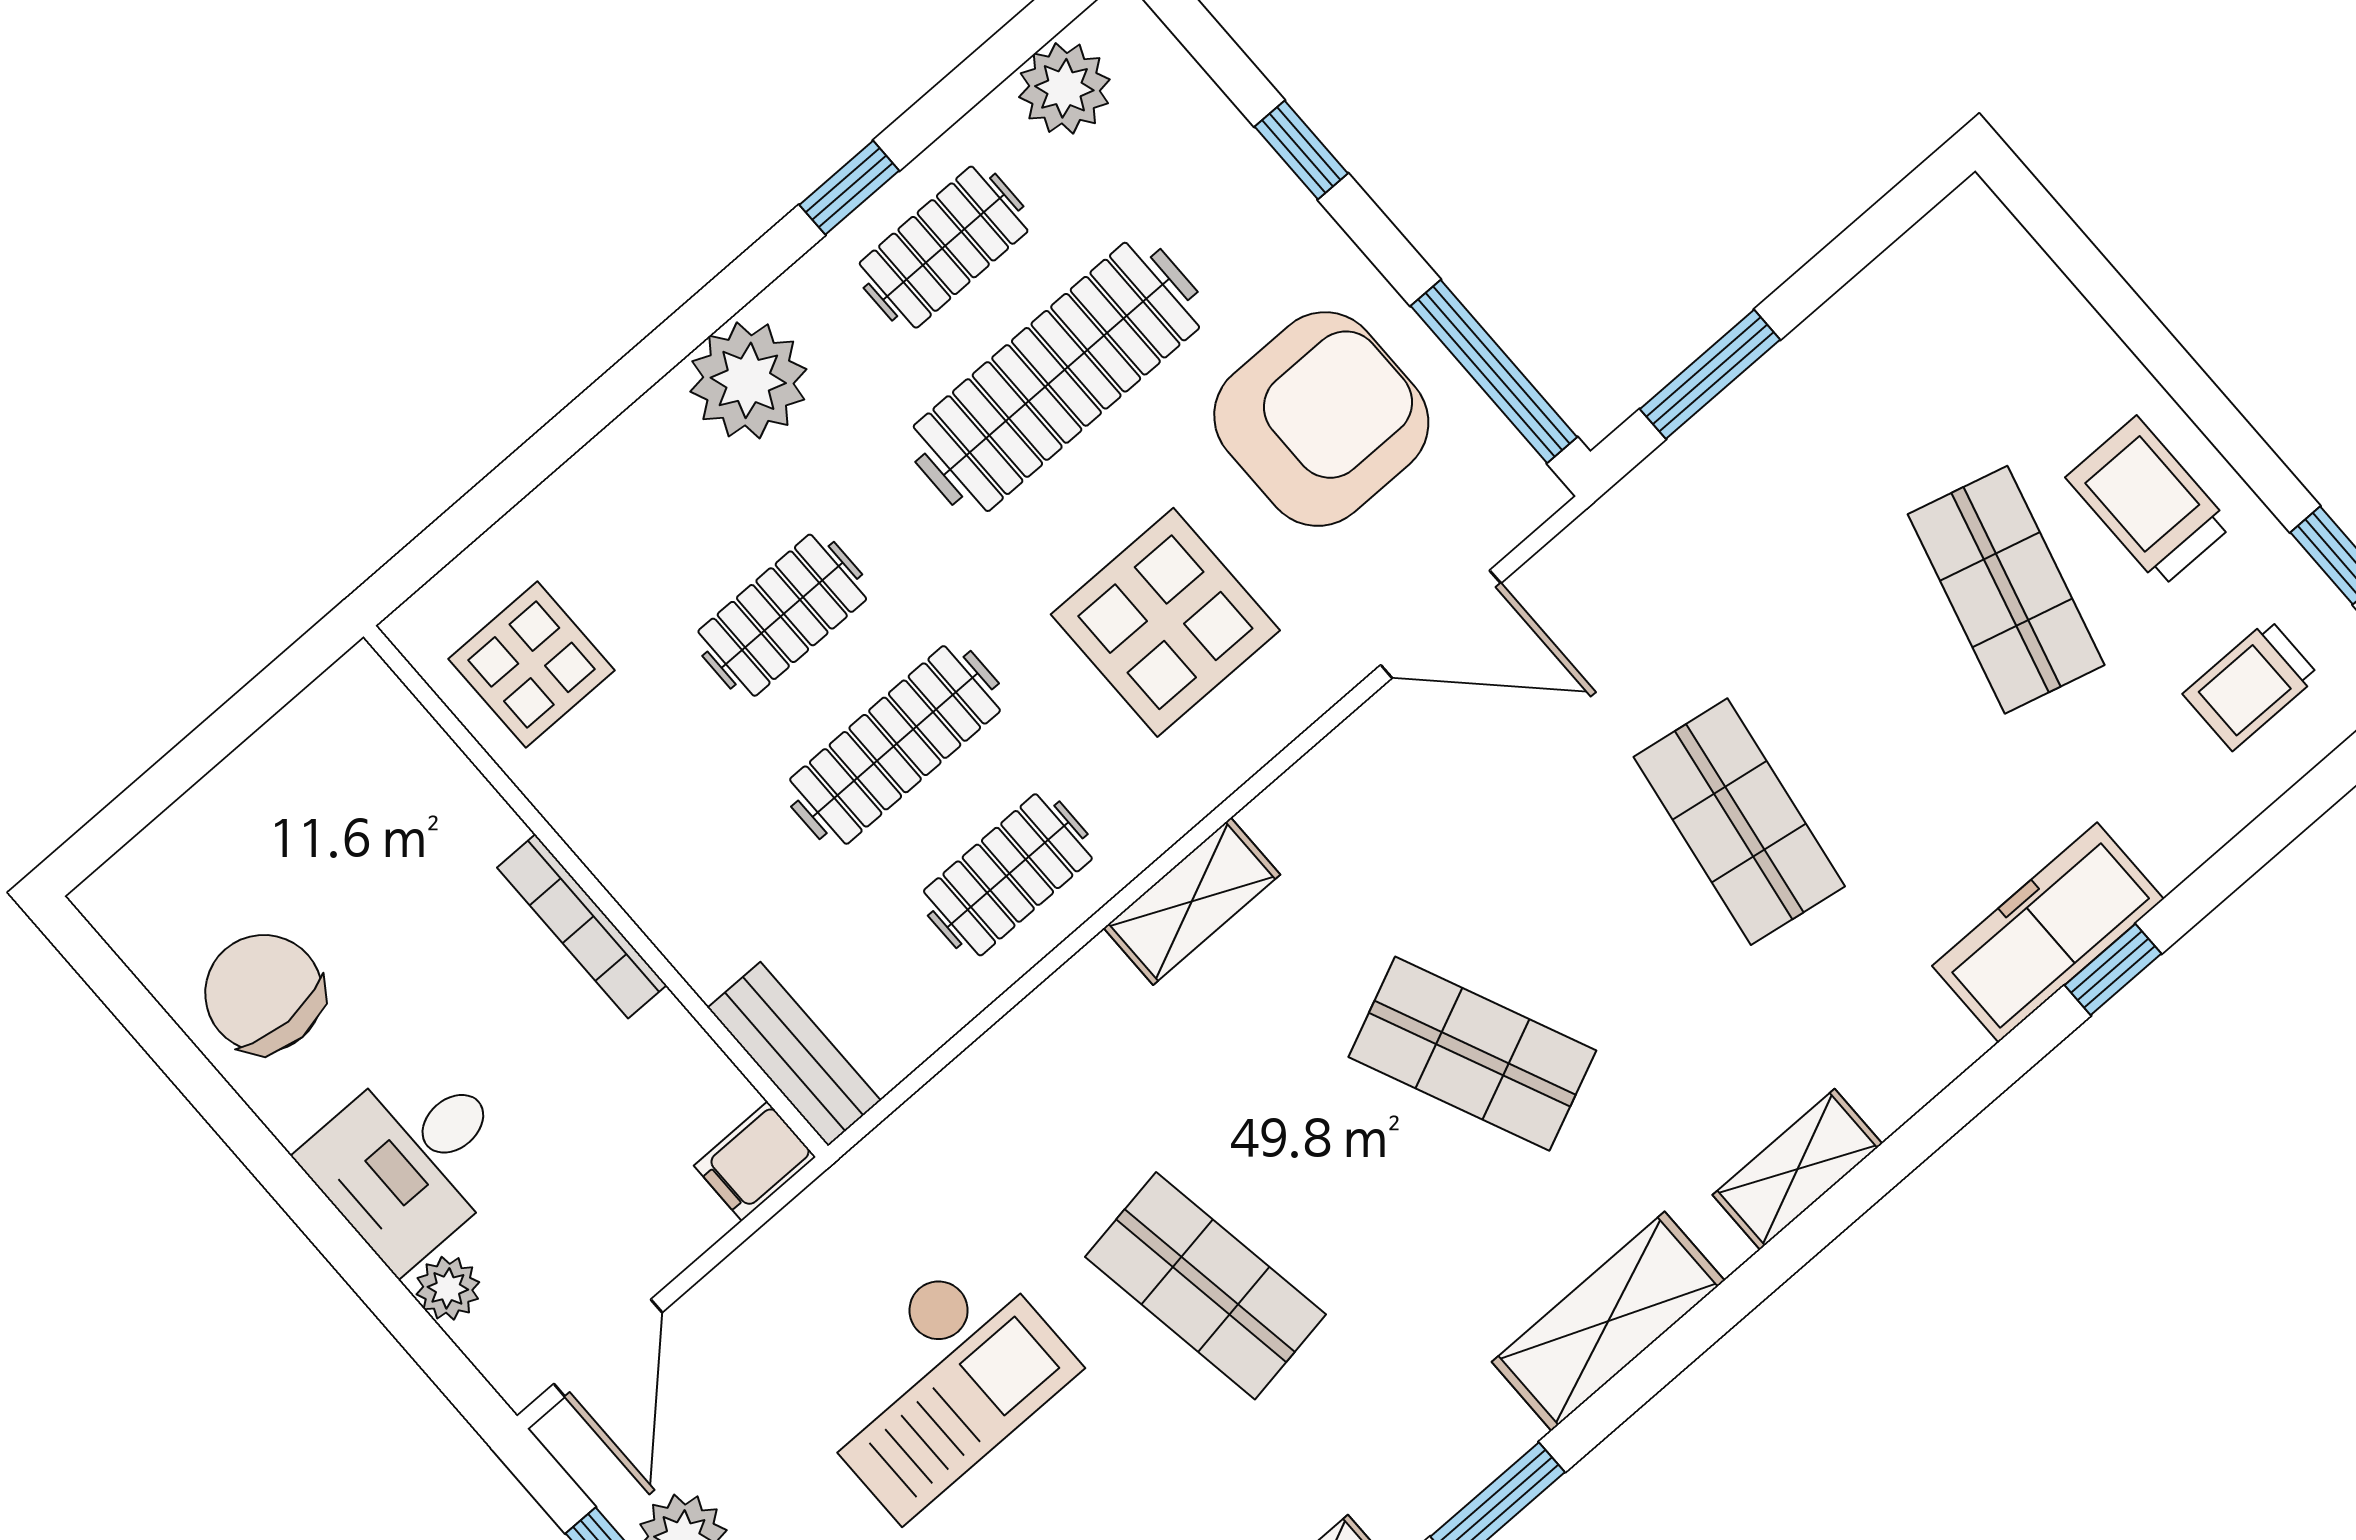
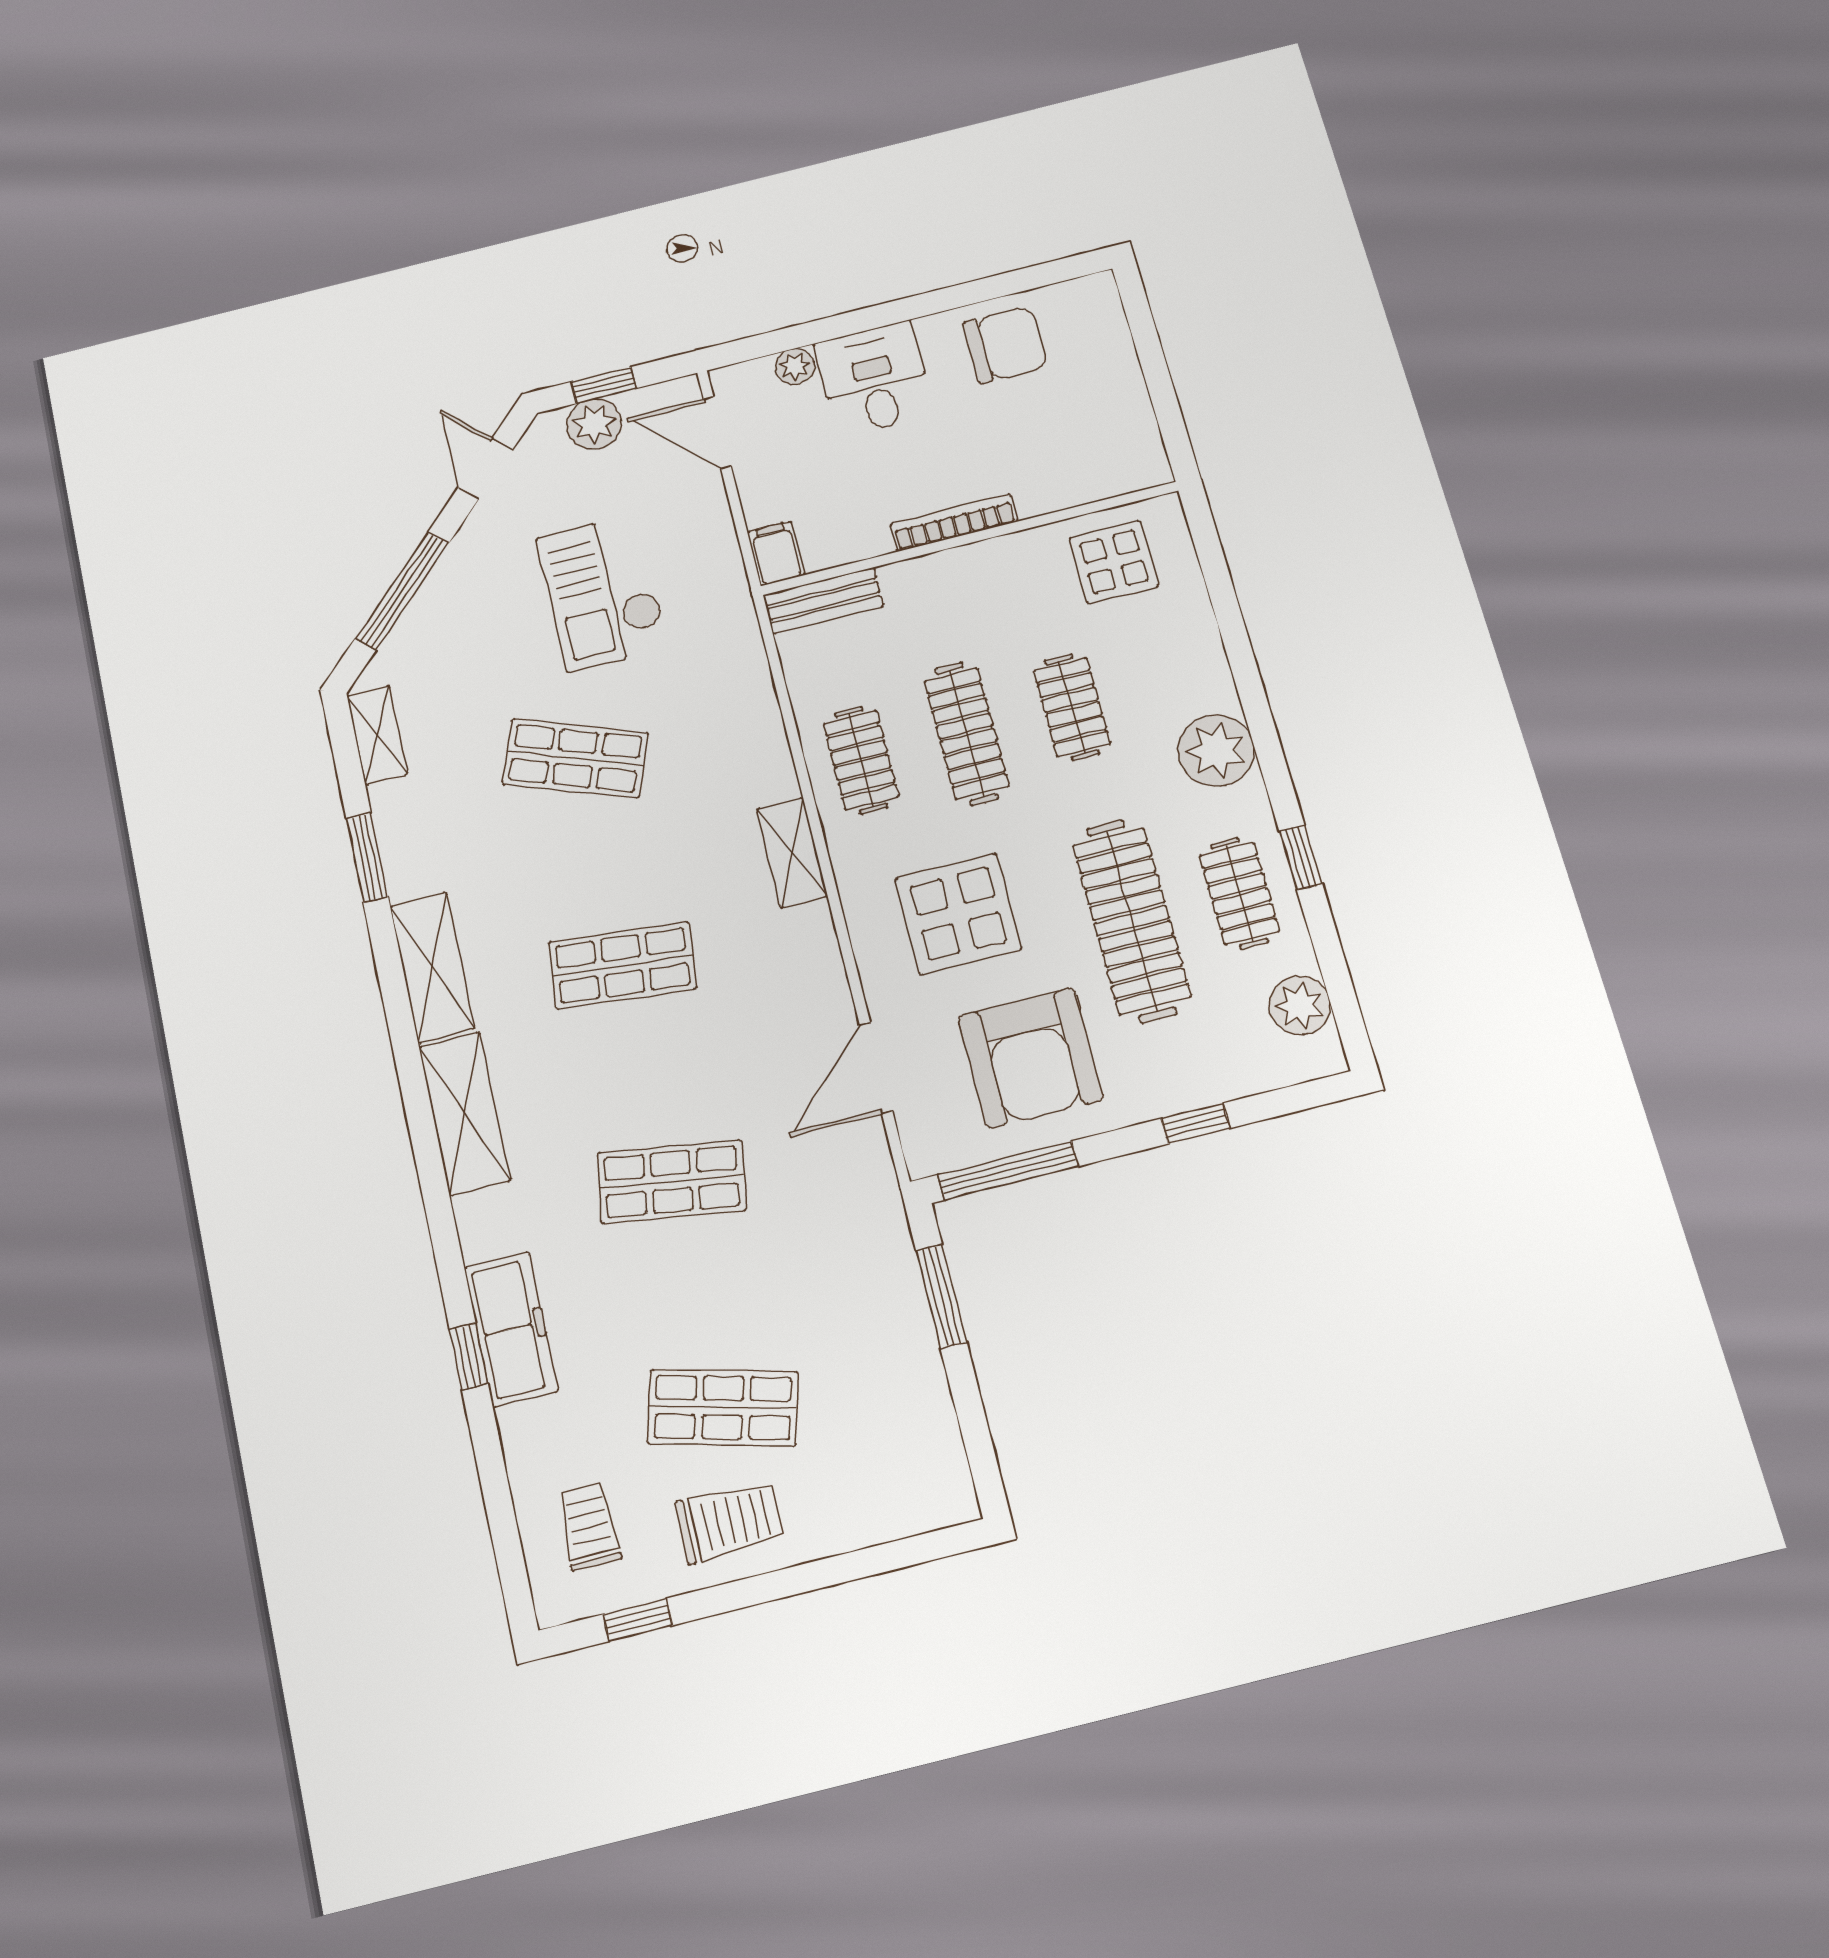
shop shelf: (1472, 1054) -> (622, 965), turned 30
shelving: (1797, 1169) -> (464, 1113), width x1.50, depth x1.33
shop shelf: (1205, 1286) -> (575, 758), turned 30

